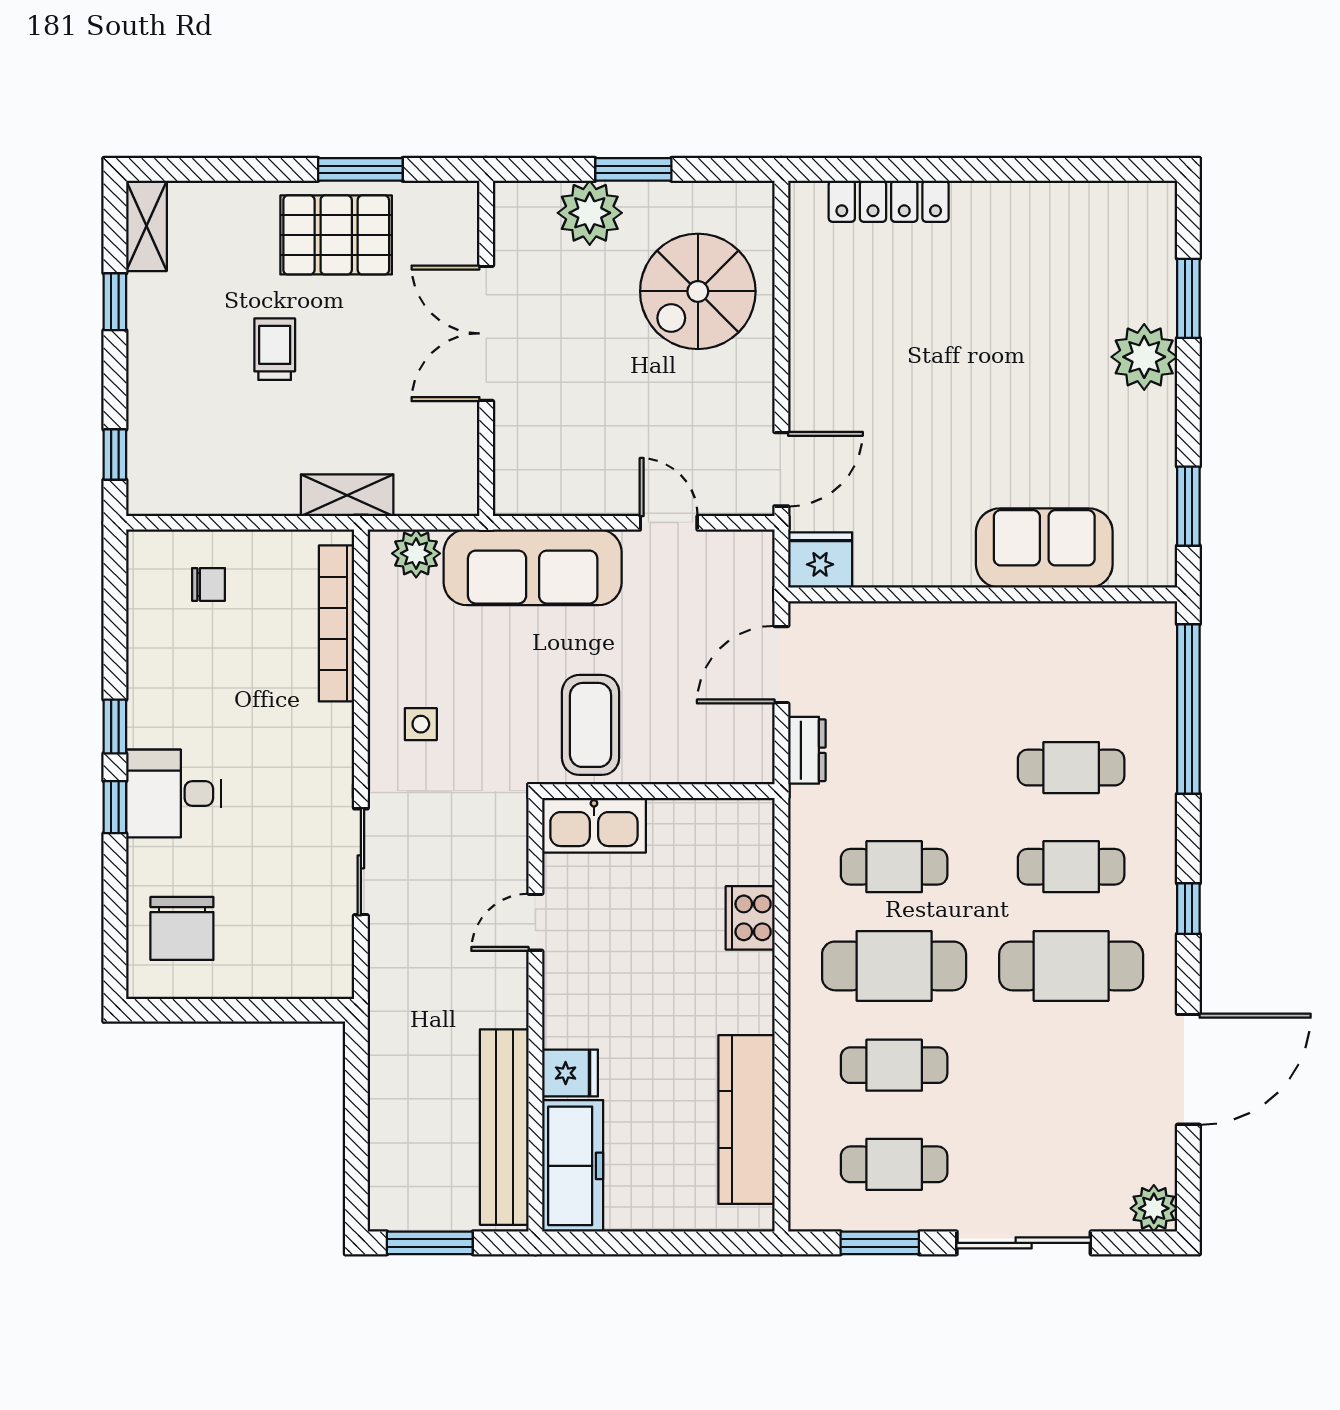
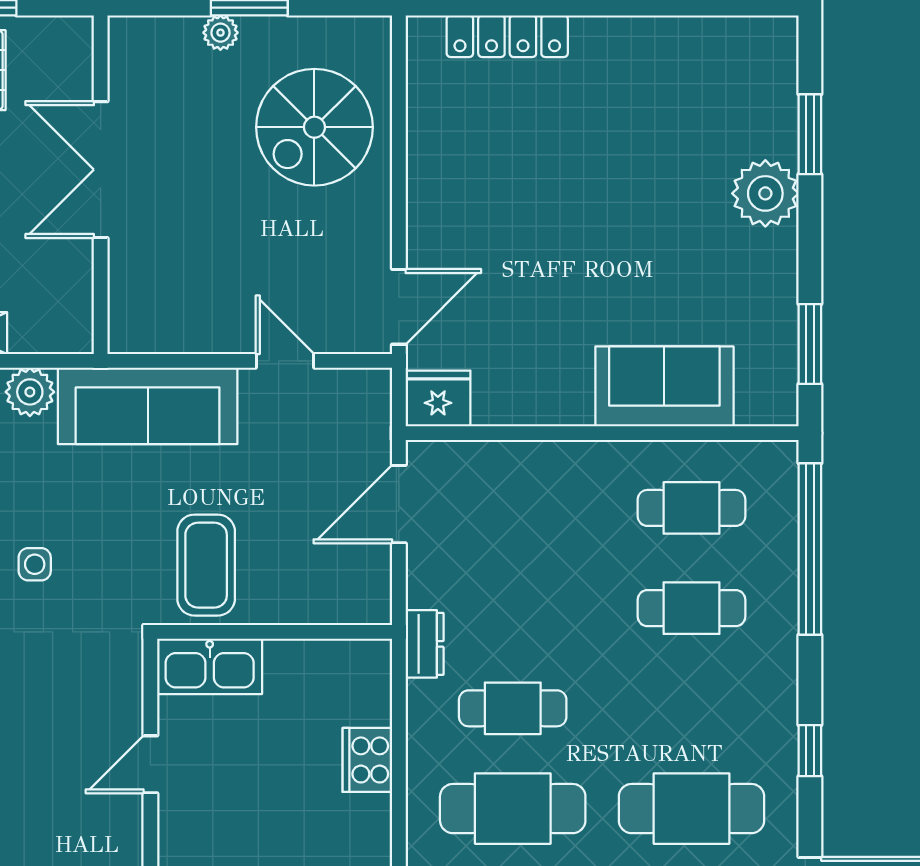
plant: (590, 213) -> (220, 33), width x0.53, depth x0.53
dresser: (807, 750) -> (425, 644), moved
cafe table: (1071, 867) -> (692, 508), moved

